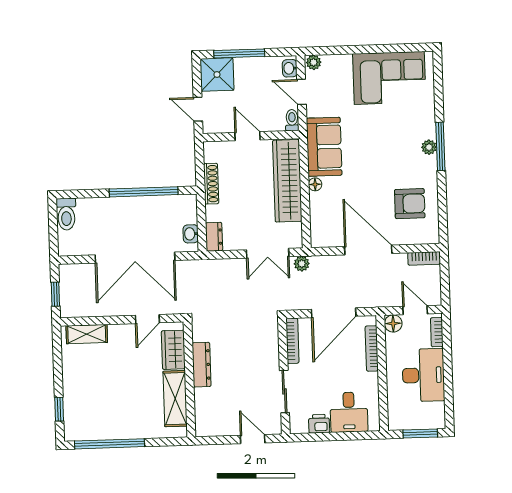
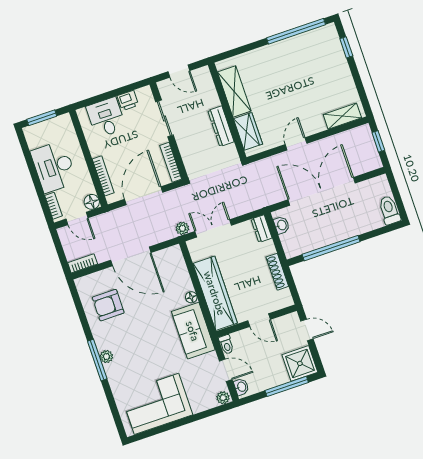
wardrobe: (173, 350) -> (248, 131), moved
dresser: (202, 365) -> (221, 126), moved
wall: (189, 379) -> (227, 111), moved
shelving: (175, 399) -> (234, 91), moved

